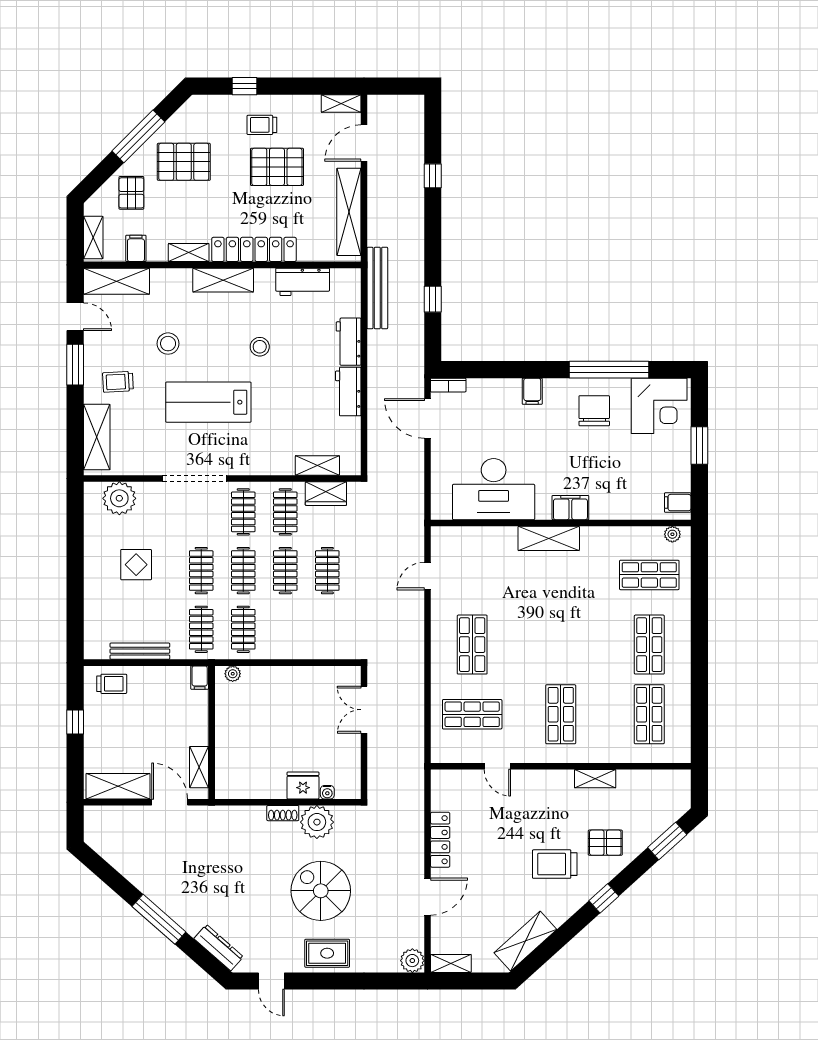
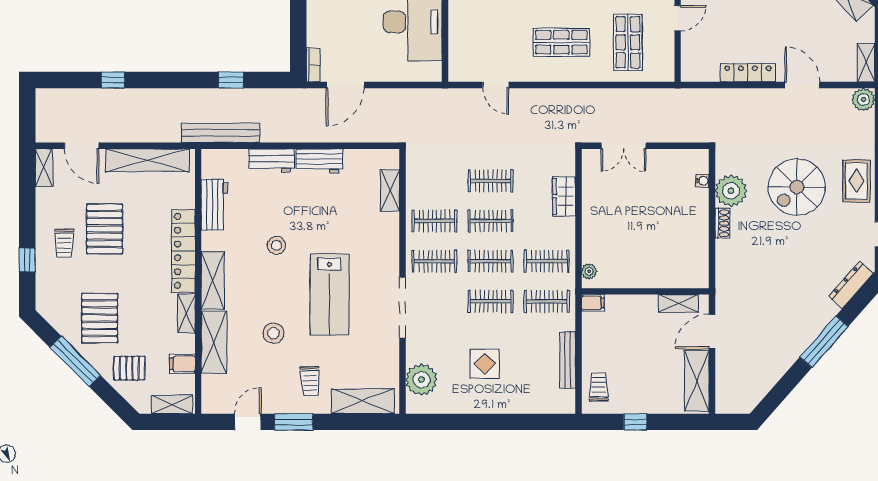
shelving: (116, 281) -> (214, 342), moved
wardrobe: (326, 494) -> (564, 196), moved, turned 180
fridge: (303, 785) -> (696, 204), removed

